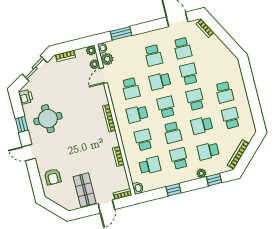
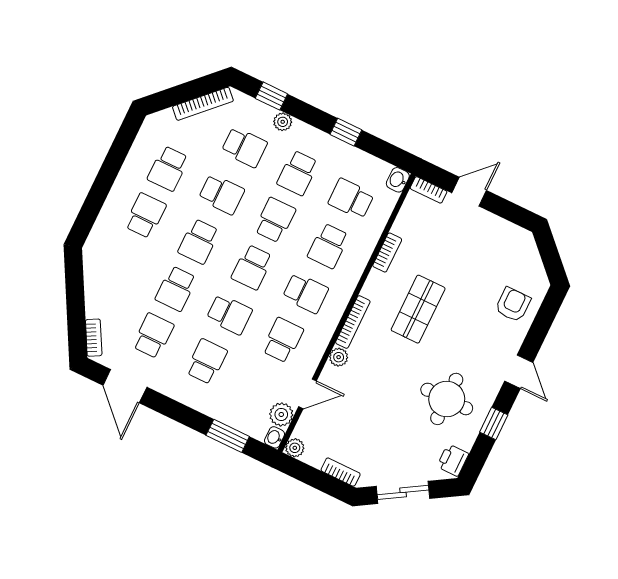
plant: (95, 64) -> (339, 357), moved
shop shelf: (85, 190) -> (418, 309), moved

